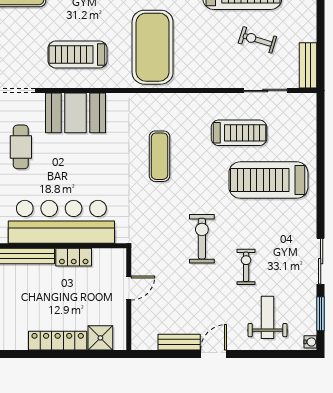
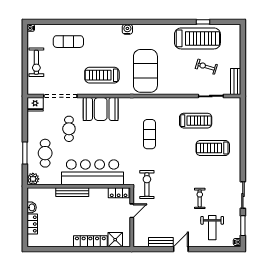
treadmill: (268, 180) -> (213, 148), width x0.73, depth x0.73
exercise bike: (202, 239) -> (147, 185), moved
locker: (74, 257) -> (119, 193), moved
weight bench: (268, 317) -> (212, 228), turned 180

